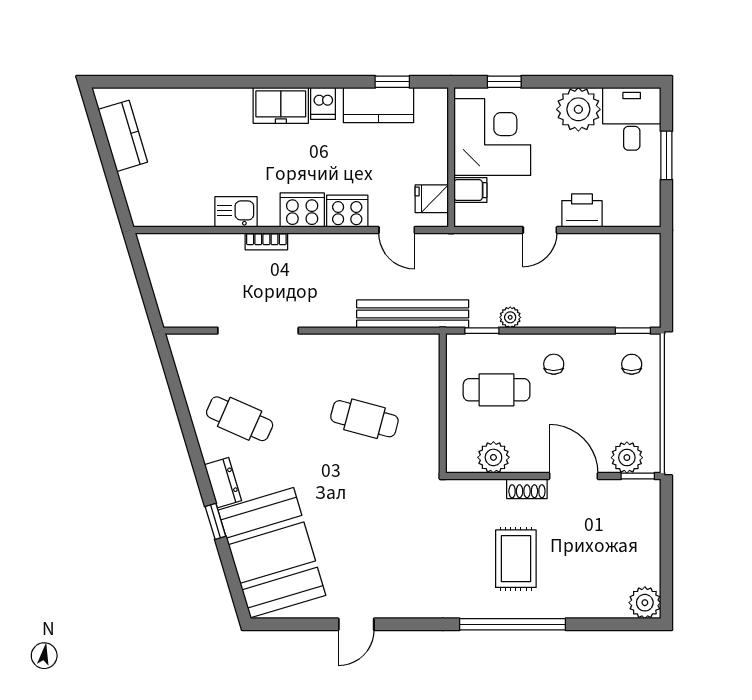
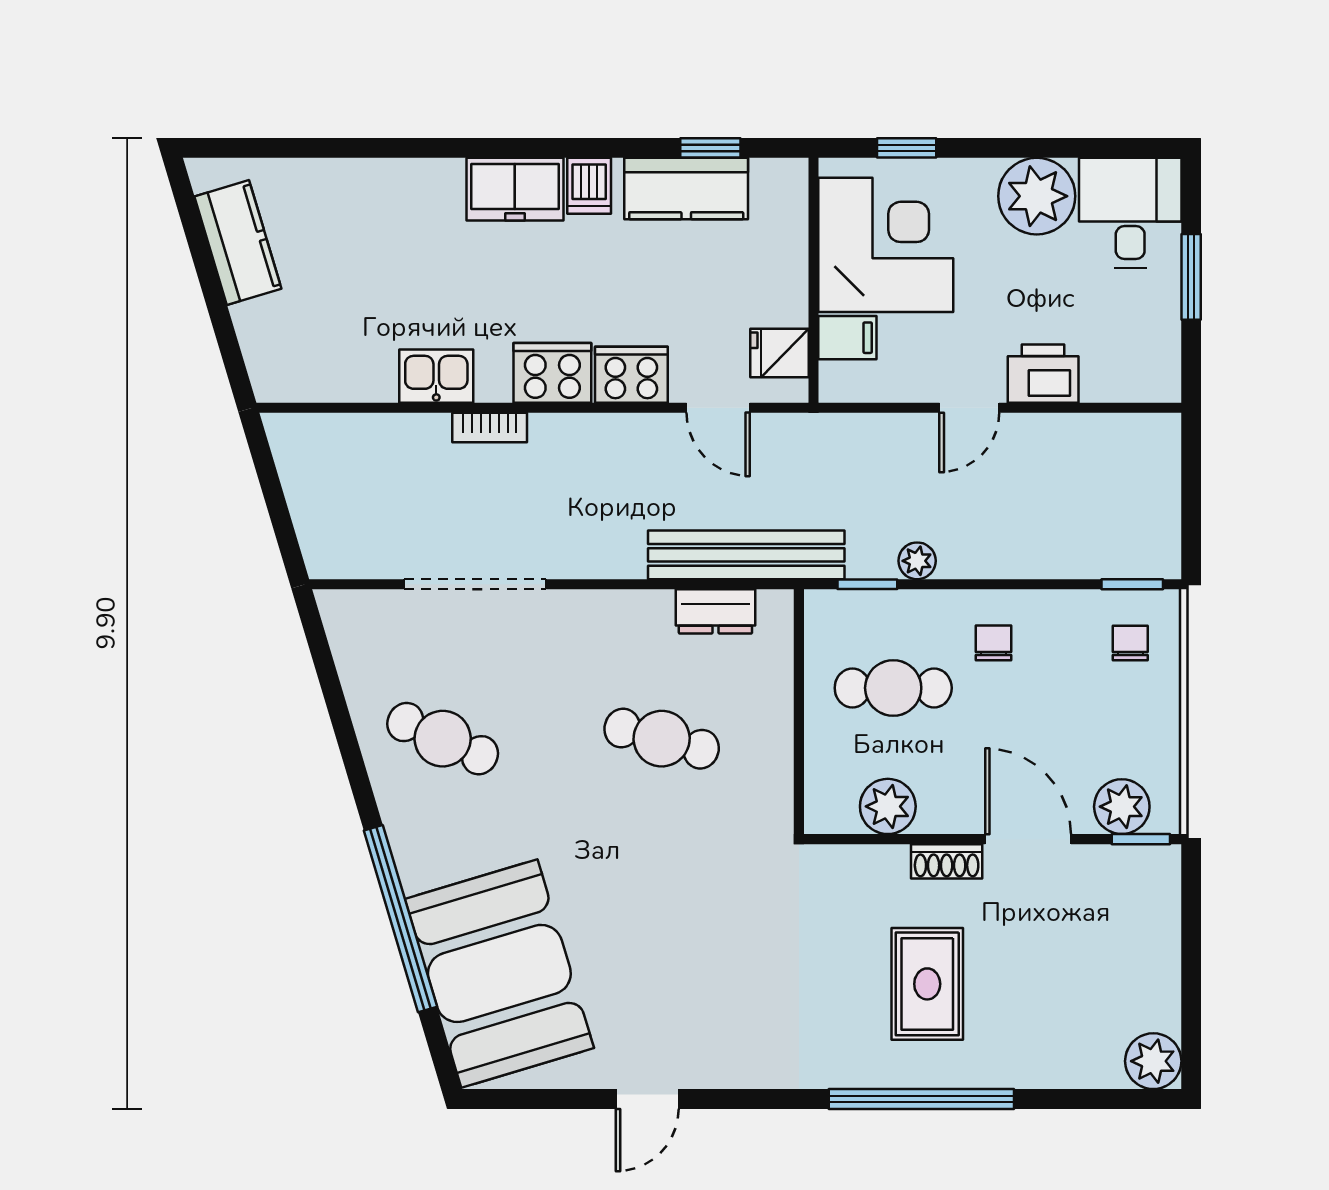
dresser: (223, 483) -> (715, 611), moved, turned 107
window: (215, 521) -> (400, 919), width x3.17

